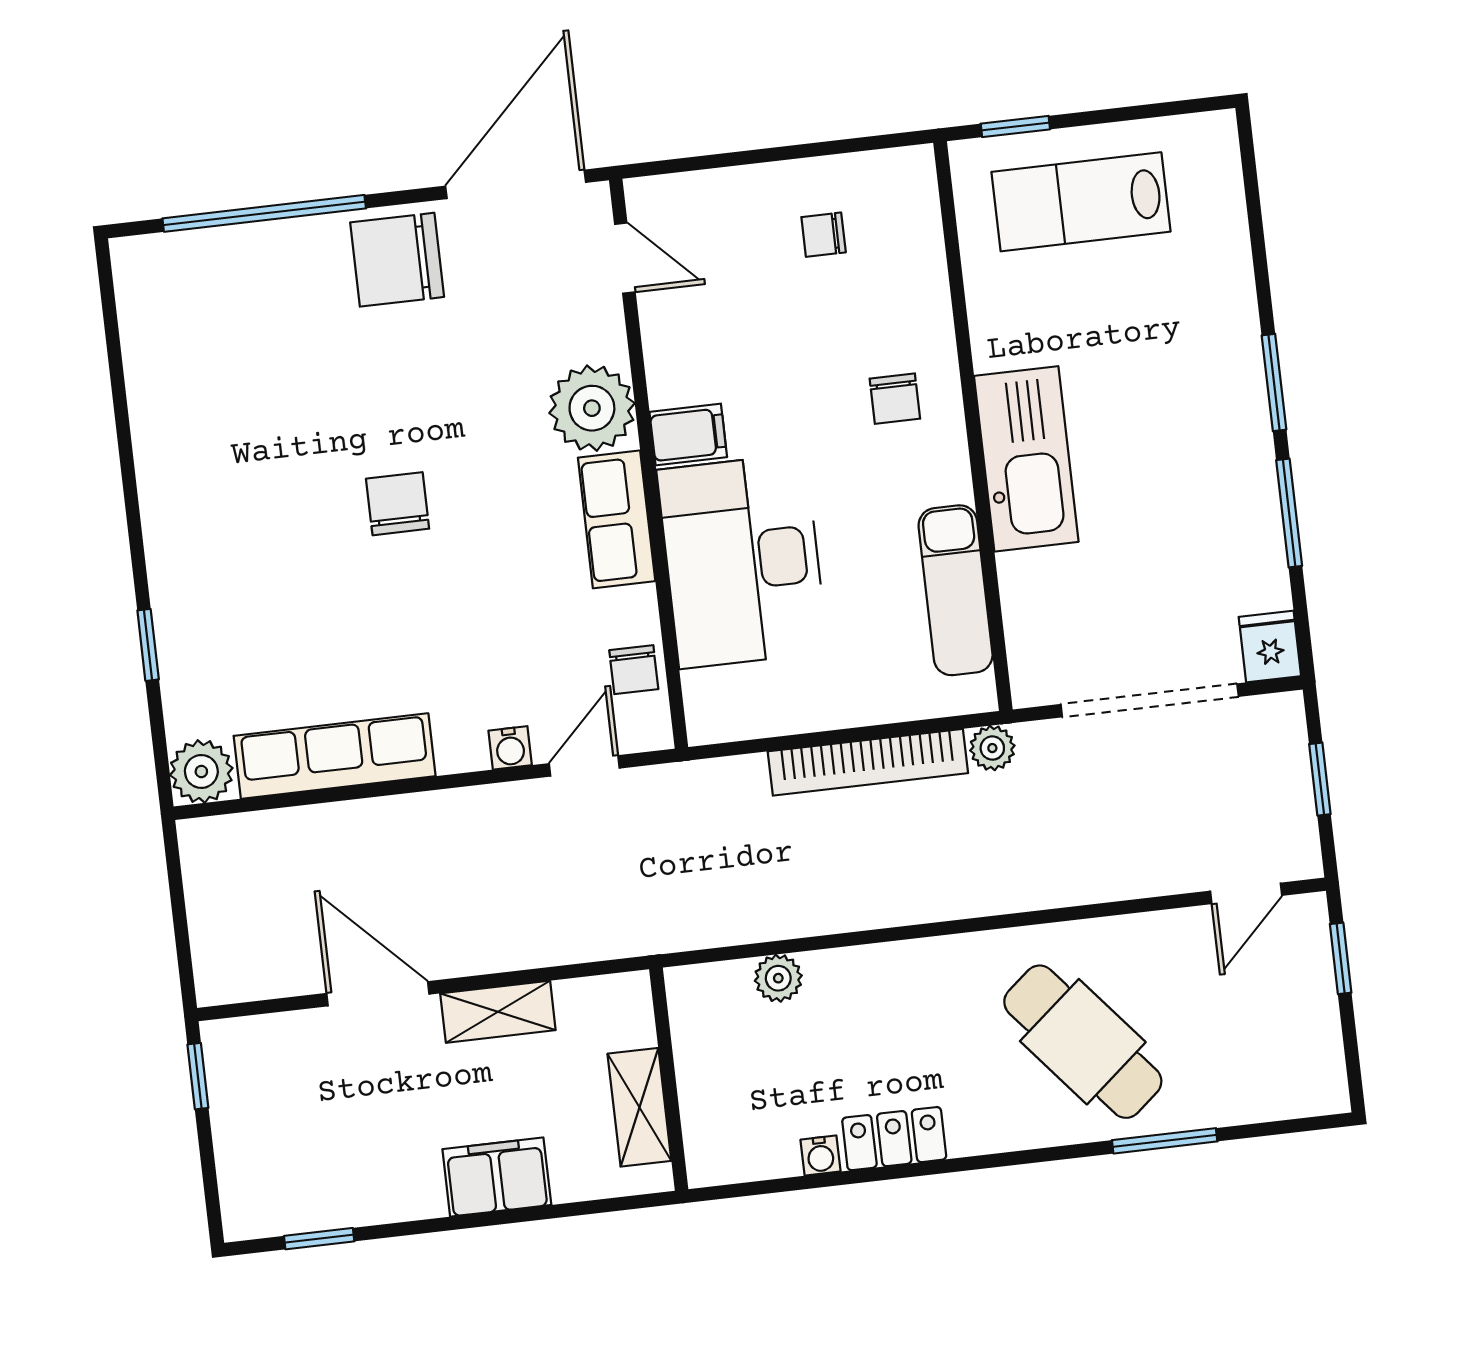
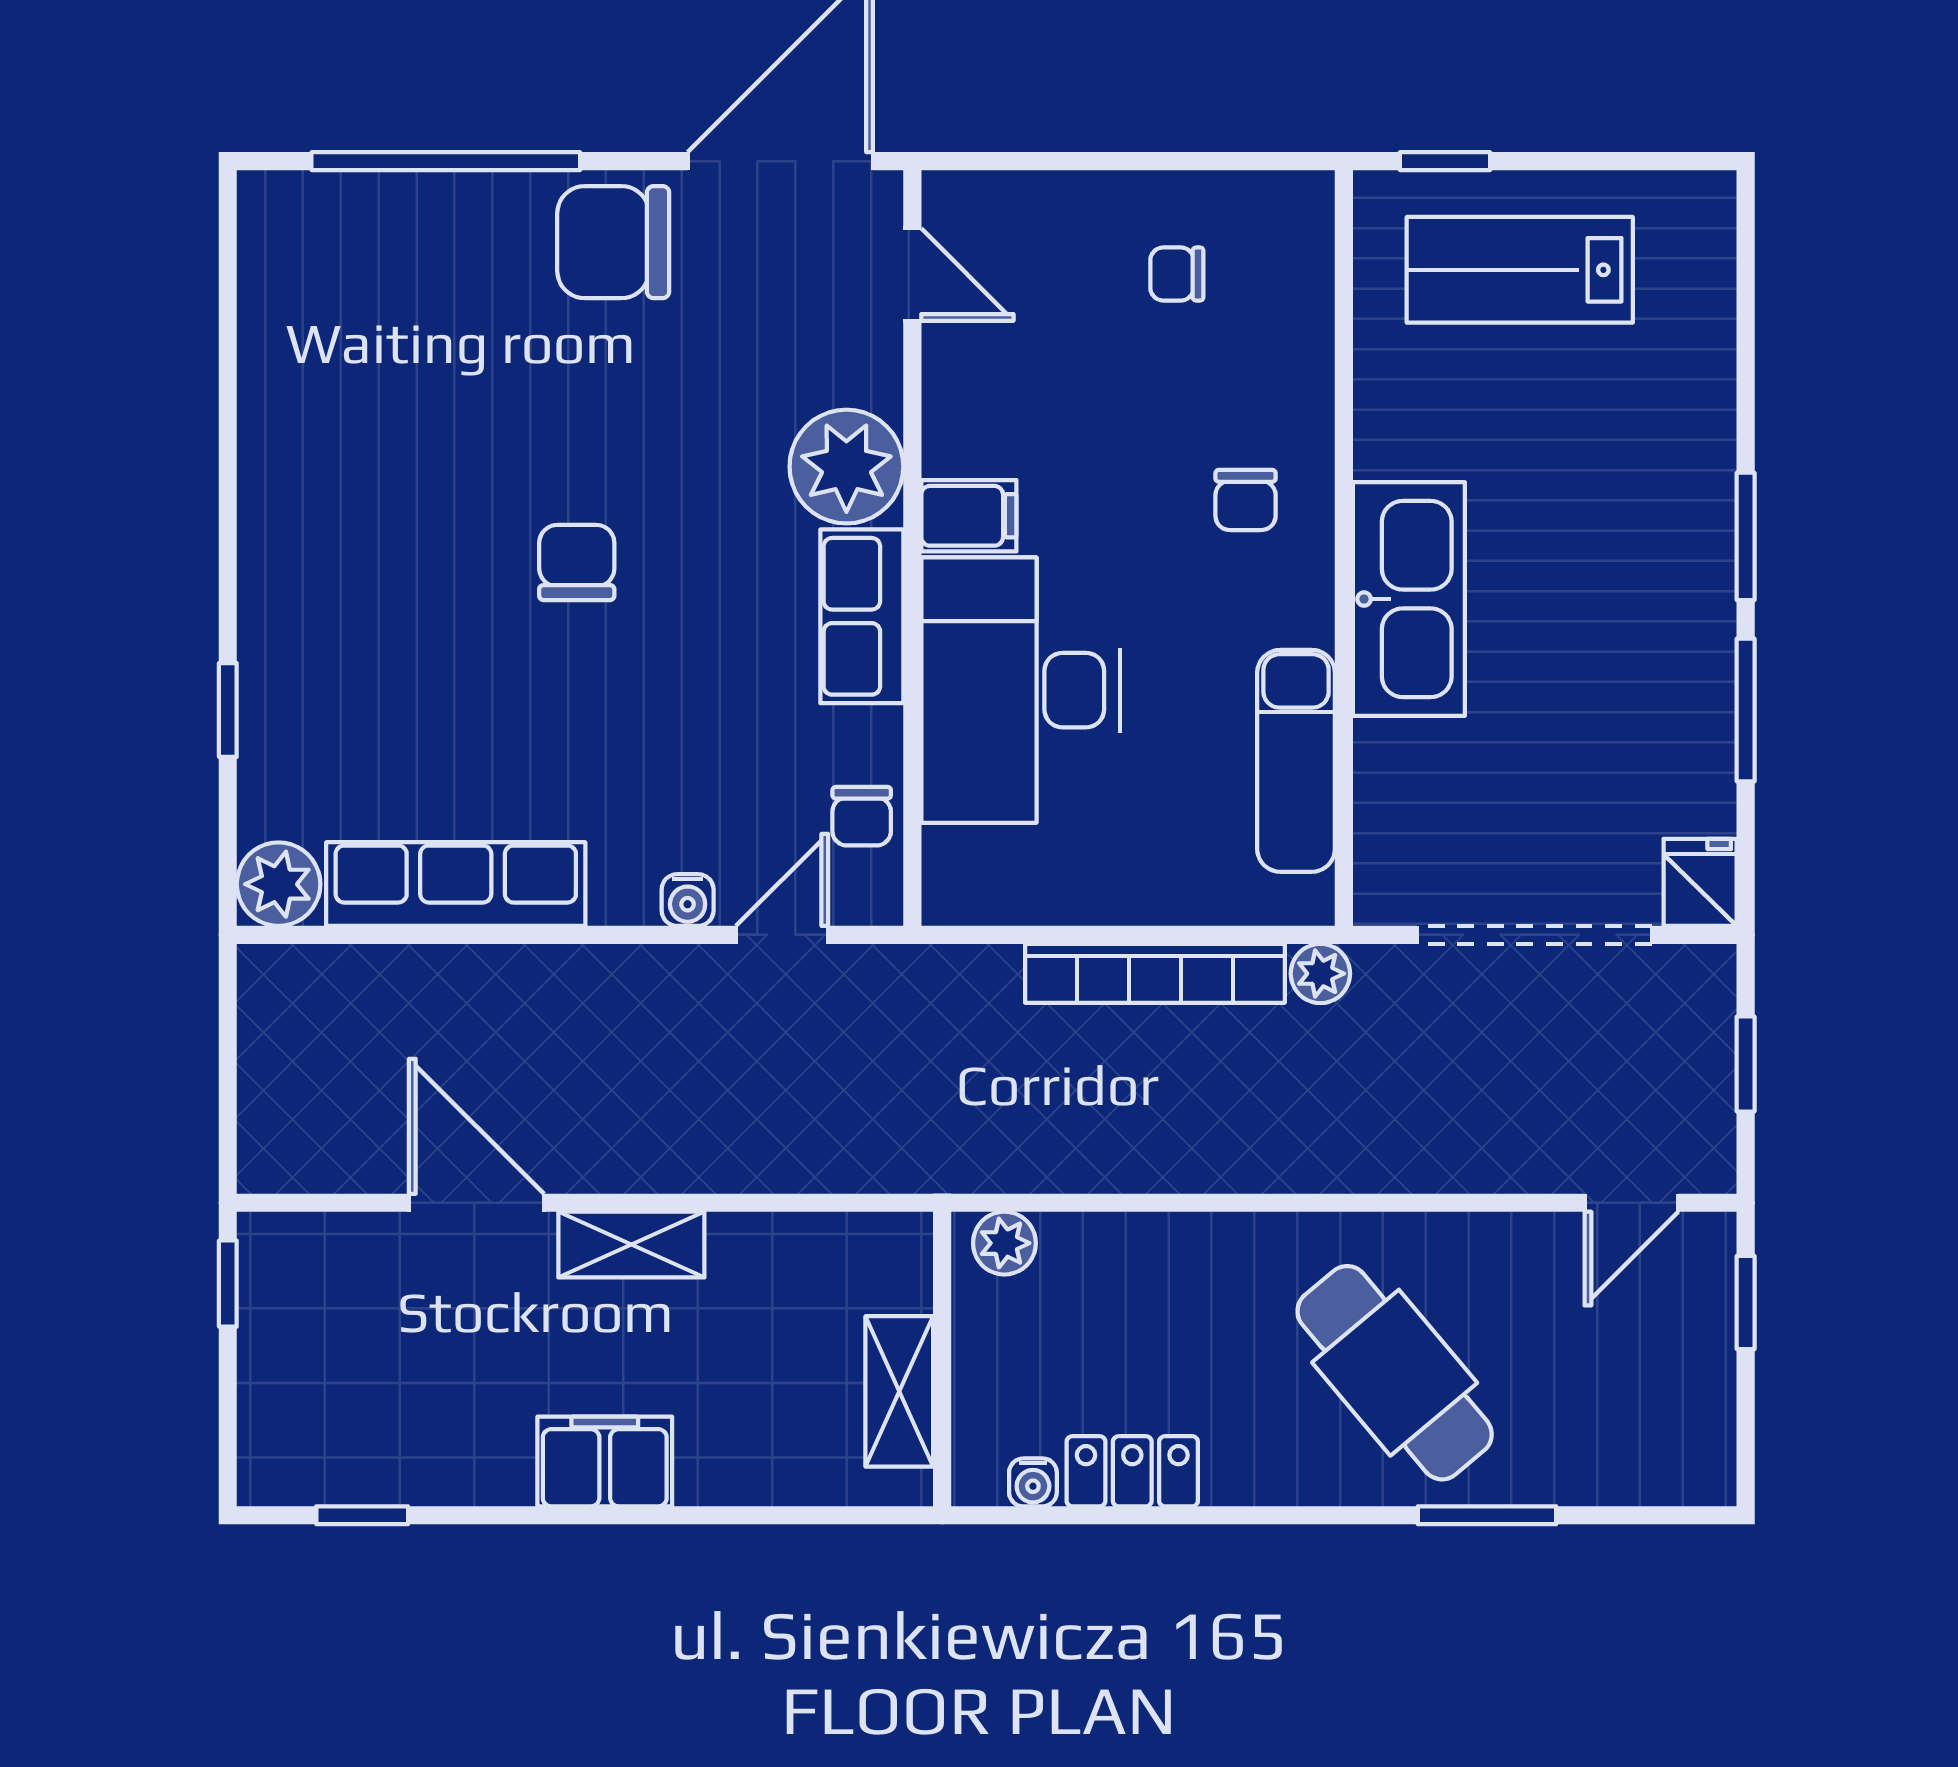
wall: (669, 1079) -> (942, 1359), moved
shelving: (639, 1107) -> (899, 1391), moved

